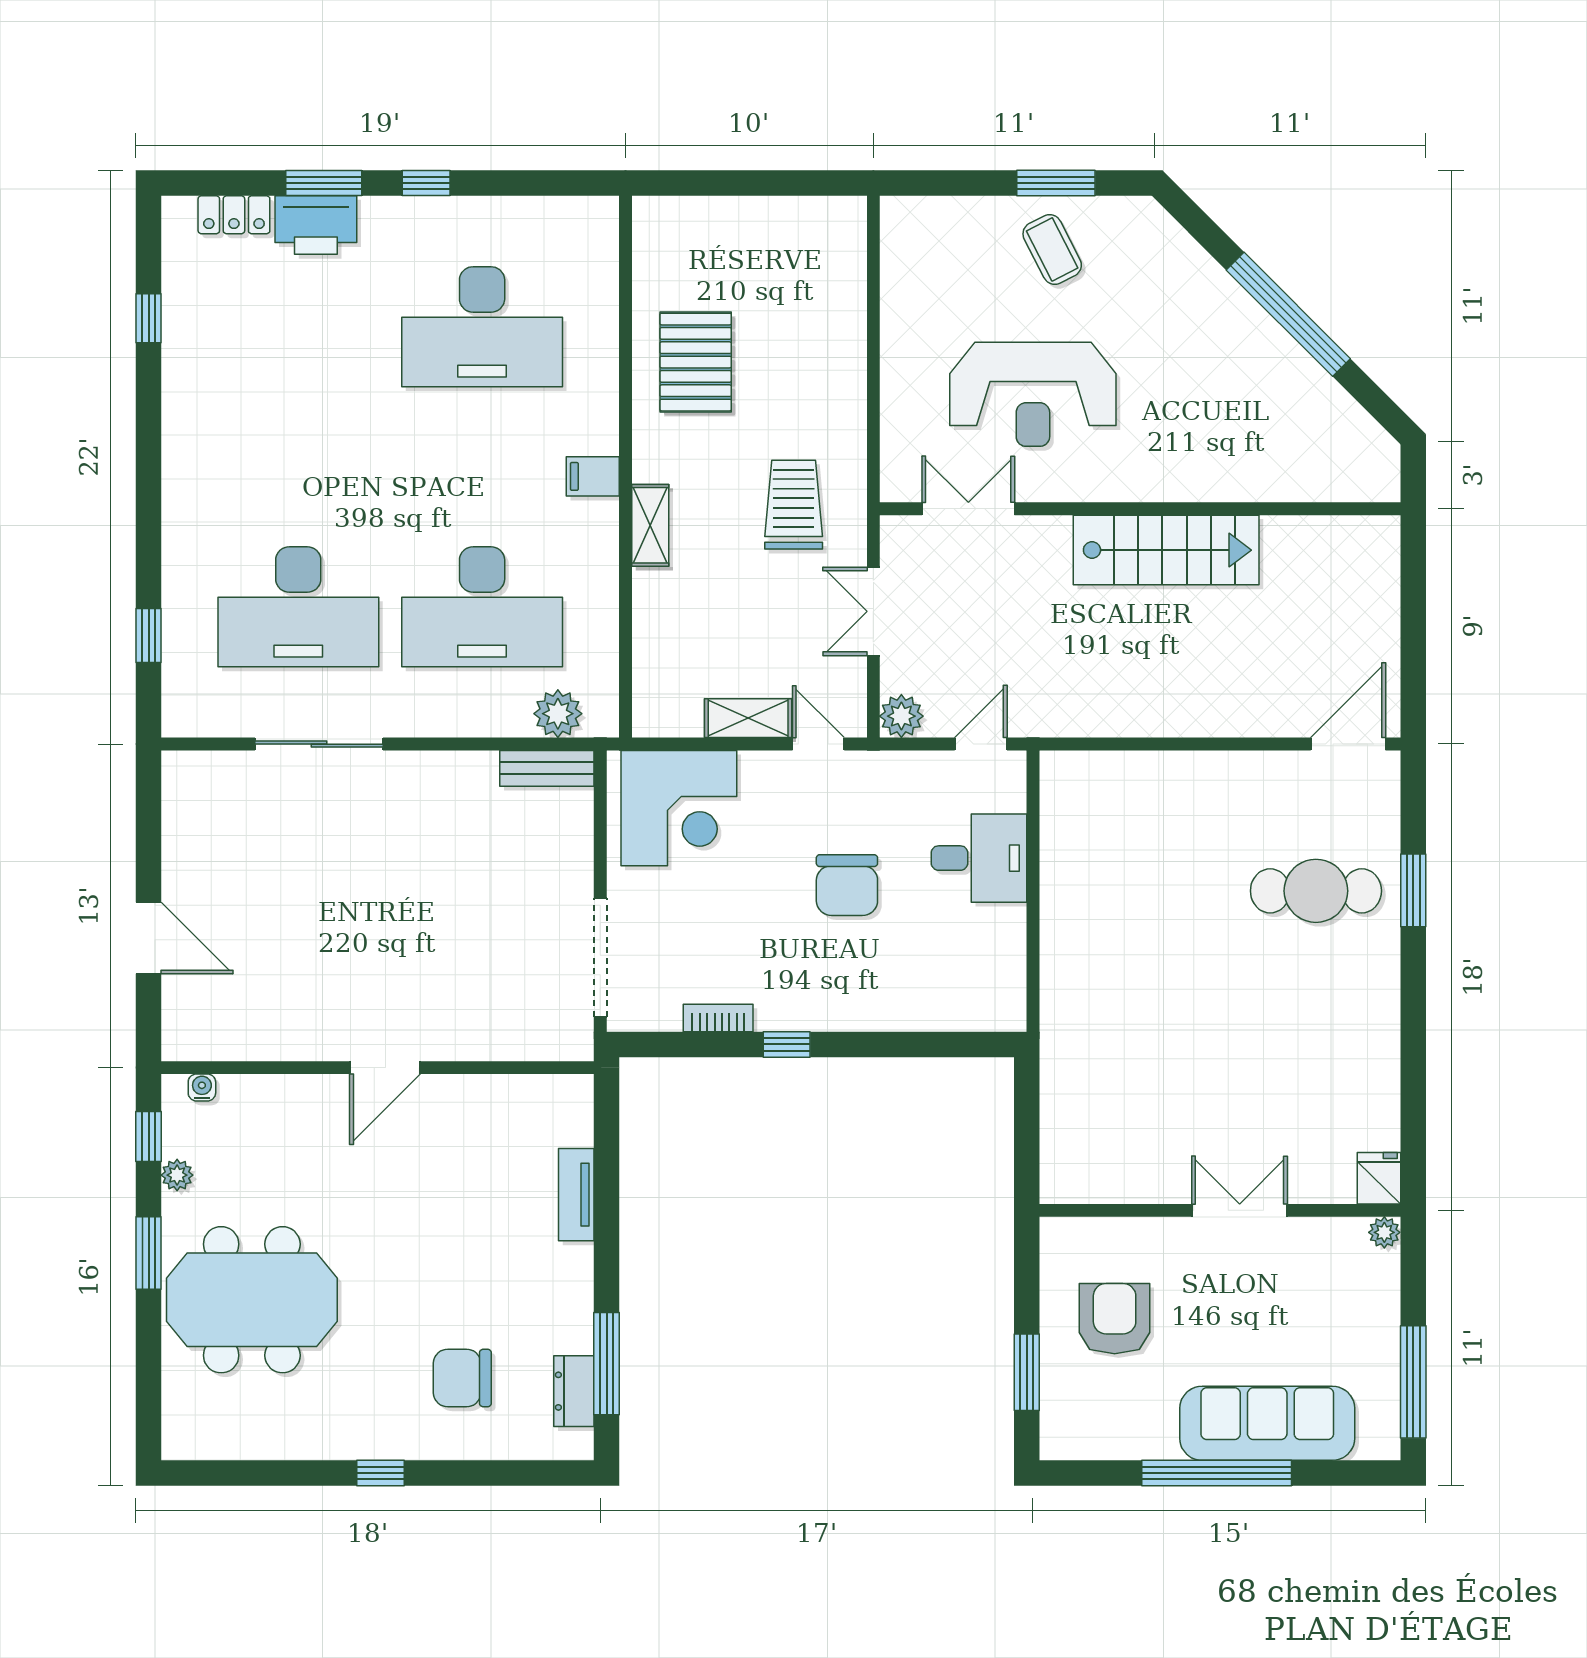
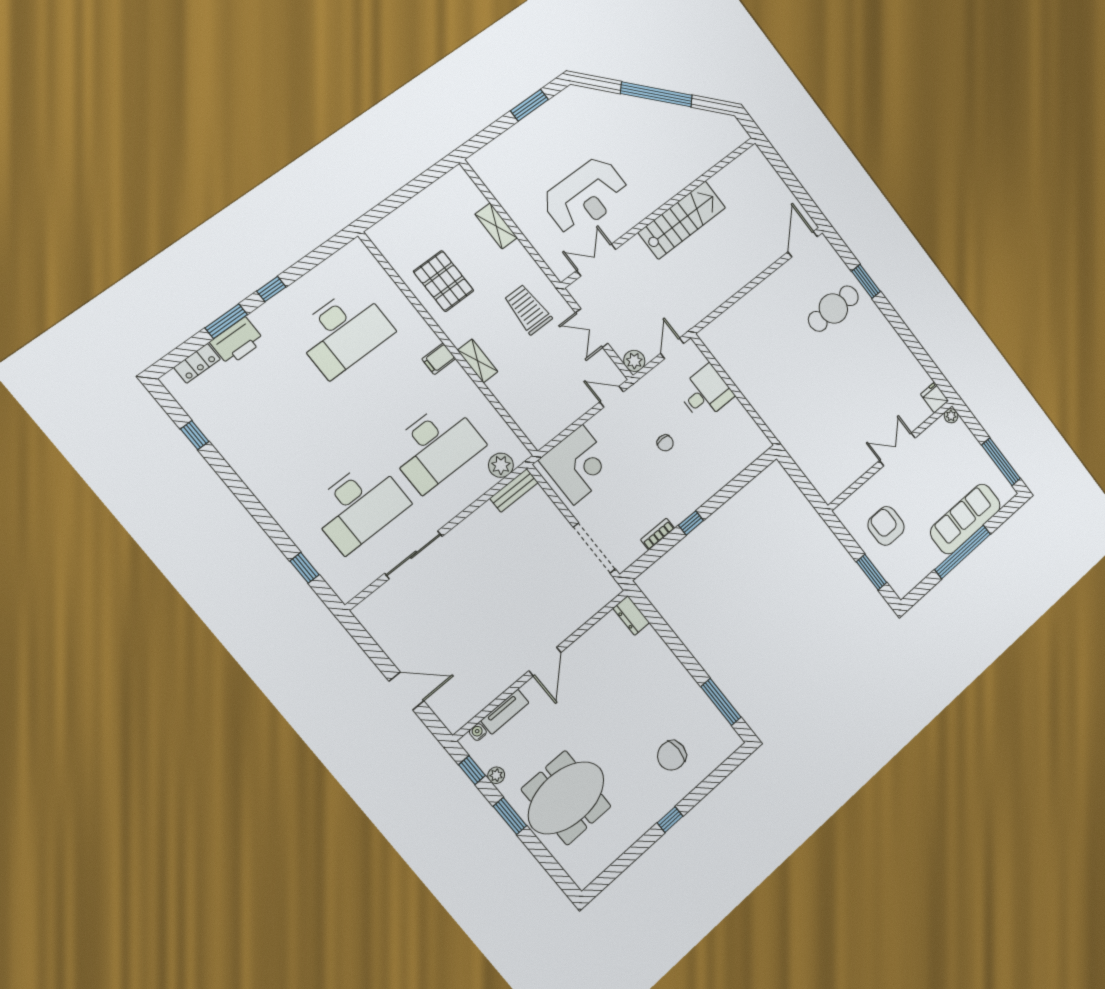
coffee table: (1052, 250) -> (549, 133), removed
shelving: (748, 718) -> (496, 226), moved, turned 90
chair: (847, 885) -> (665, 443), width x0.54, depth x0.54
tv unit: (576, 1195) -> (505, 712), moved, turned -90
dresser: (574, 1391) -> (631, 615), moved

